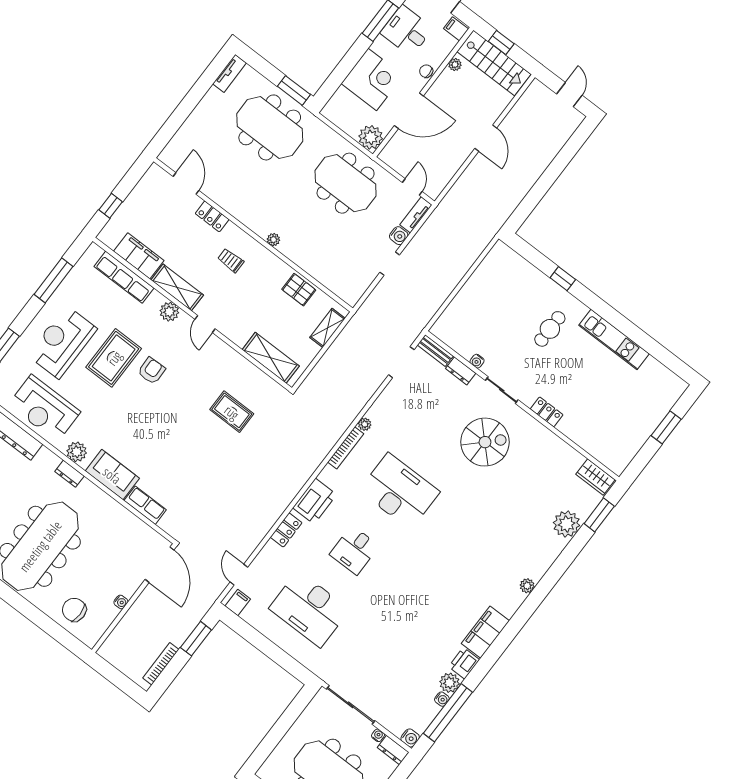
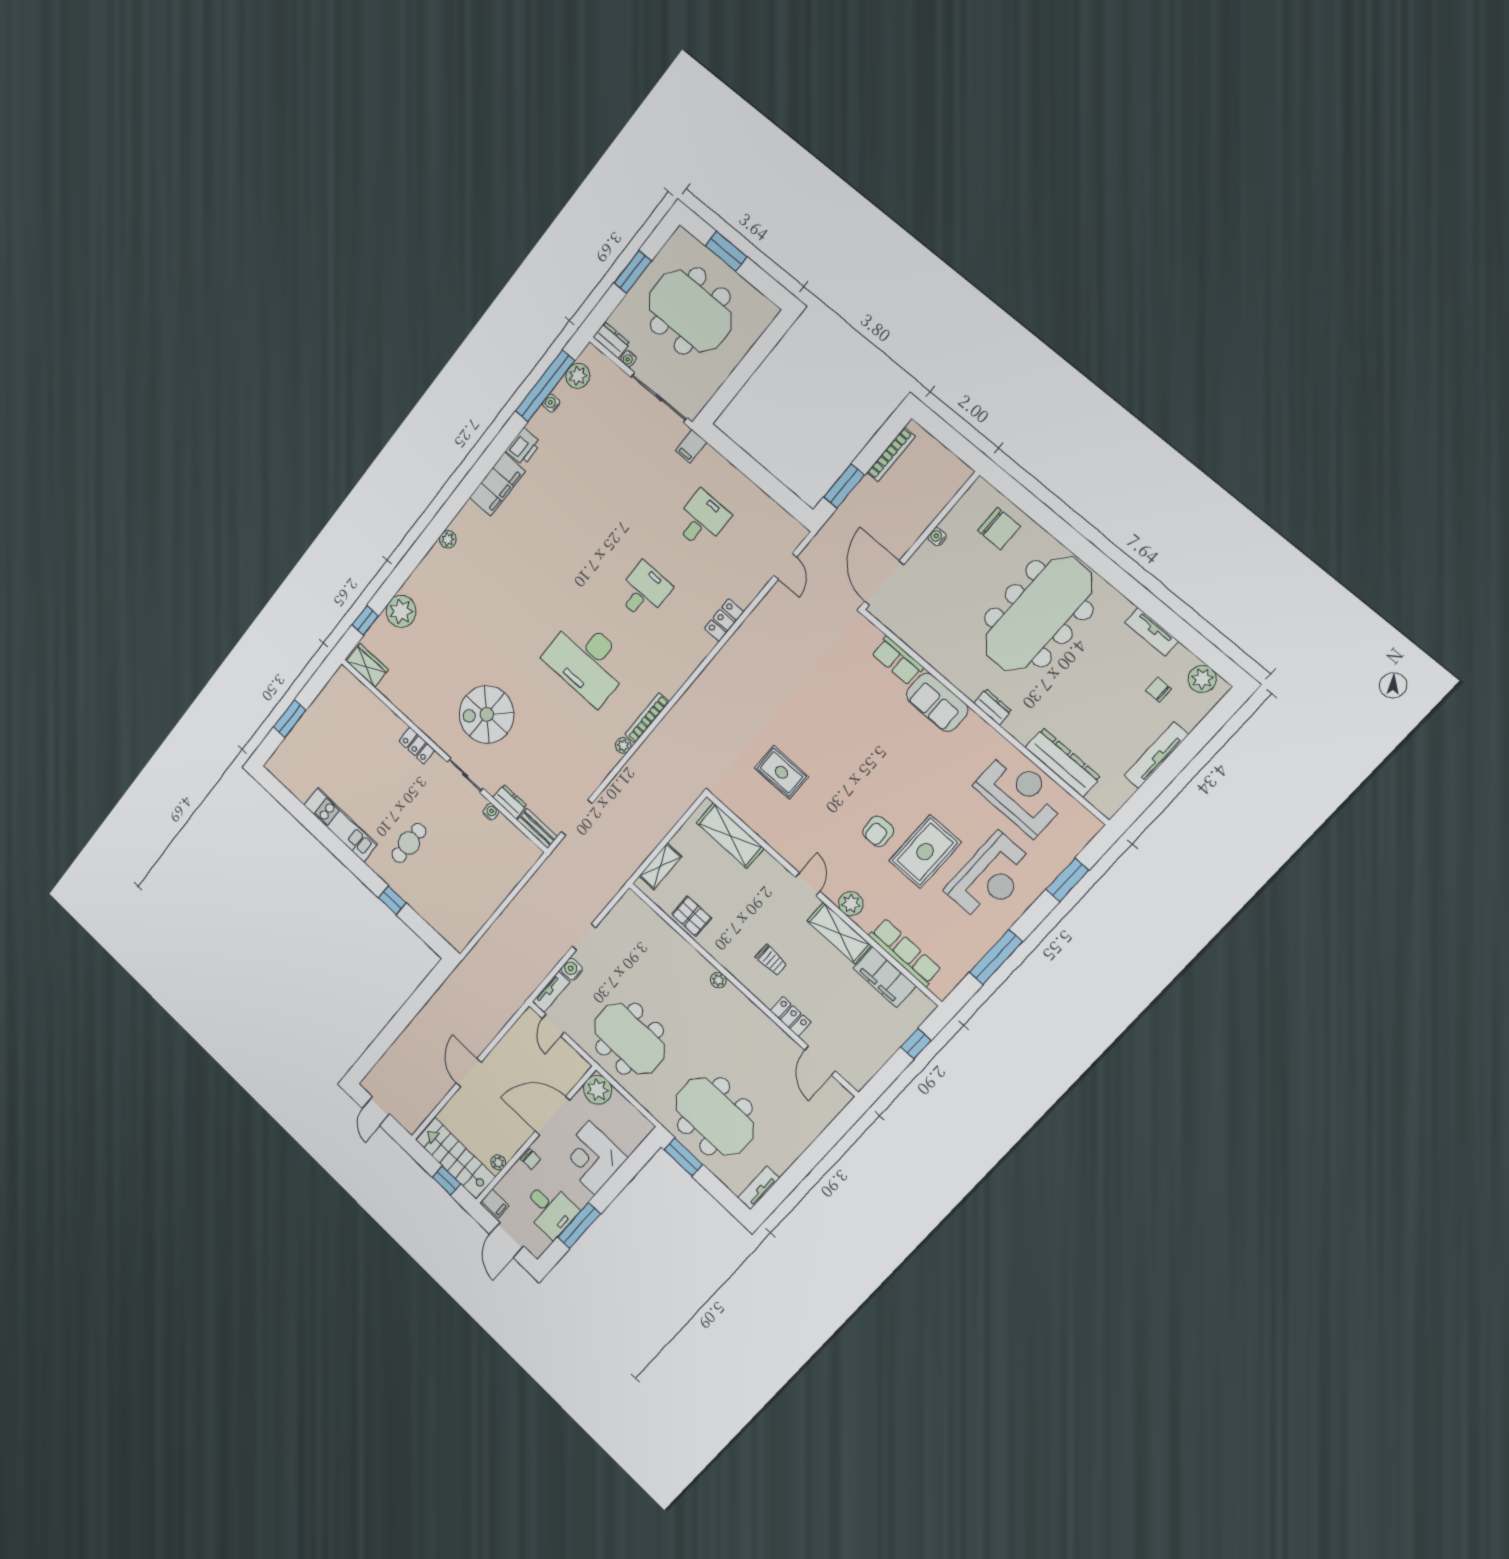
plant: (77, 452) -> (981, 735), removed
printer: (315, 501) -> (688, 654), removed
window: (599, 515) -> (365, 620), width x0.67
filing cabinet: (238, 602) -> (691, 446), moved
desk: (309, 609) -> (702, 519), width x0.53, depth x0.77
plant: (450, 683) -> (578, 376), moved
water cooler: (410, 738) -> (591, 355), removed

